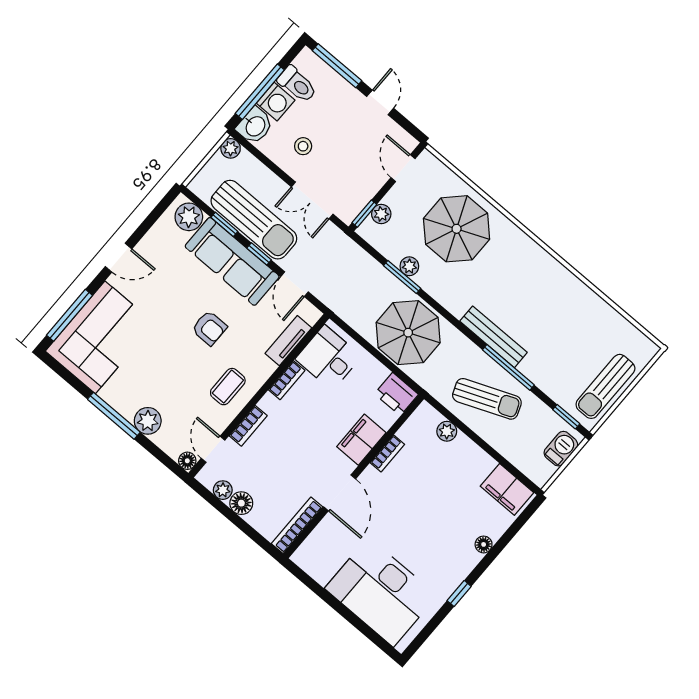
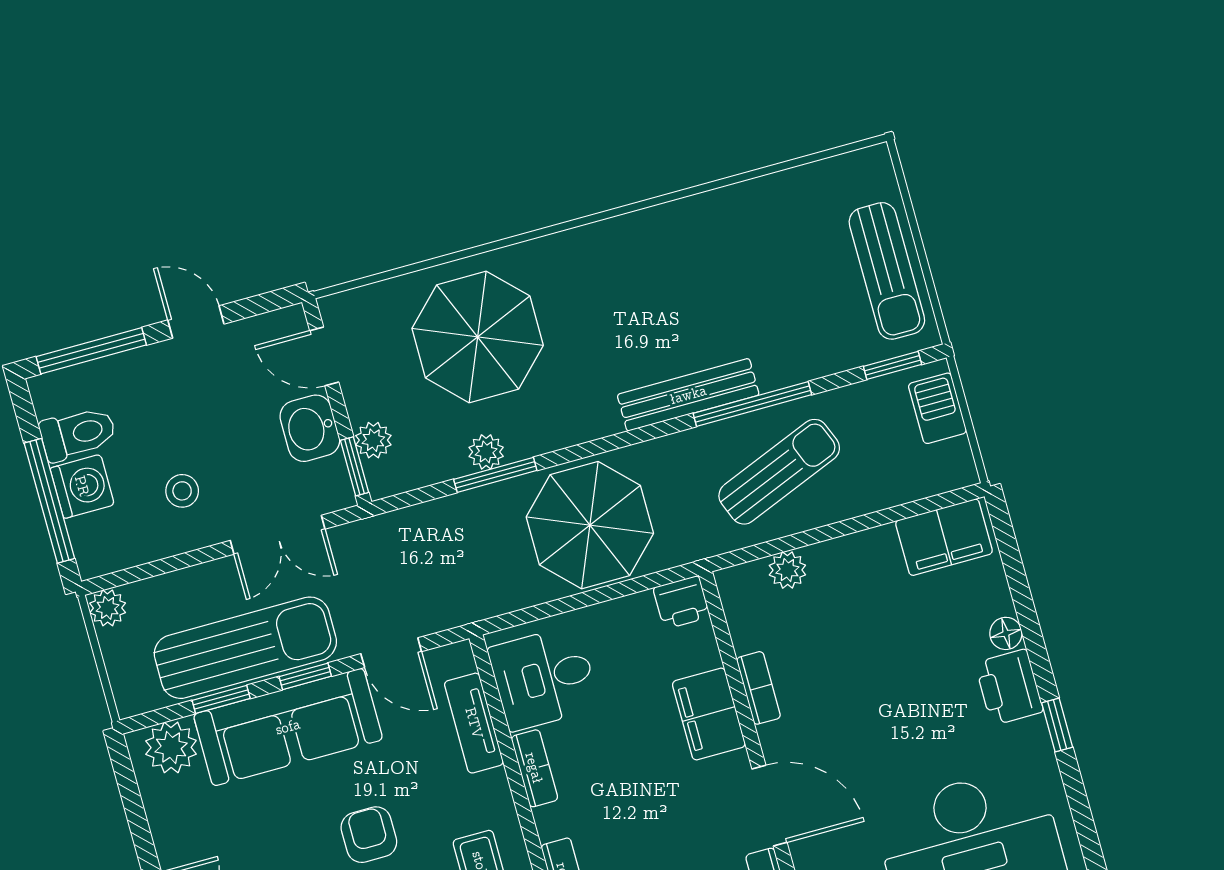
washbasin: (255, 126) -> (310, 428), moved, turned 180
armchair: (209, 328) -> (369, 835), turned -90
printer: (396, 394) -> (682, 602), width x0.73, depth x0.81
printer: (461, 562) -> (1009, 687), added

